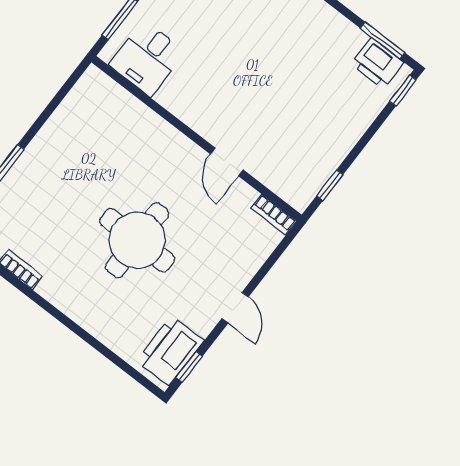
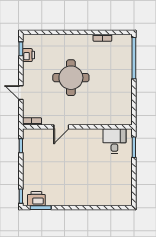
door: (227, 162) -> (61, 127), swing flipped
door: (235, 308) -> (21, 93), moved
printer: (170, 351) -> (28, 55), width x0.53, depth x0.68

